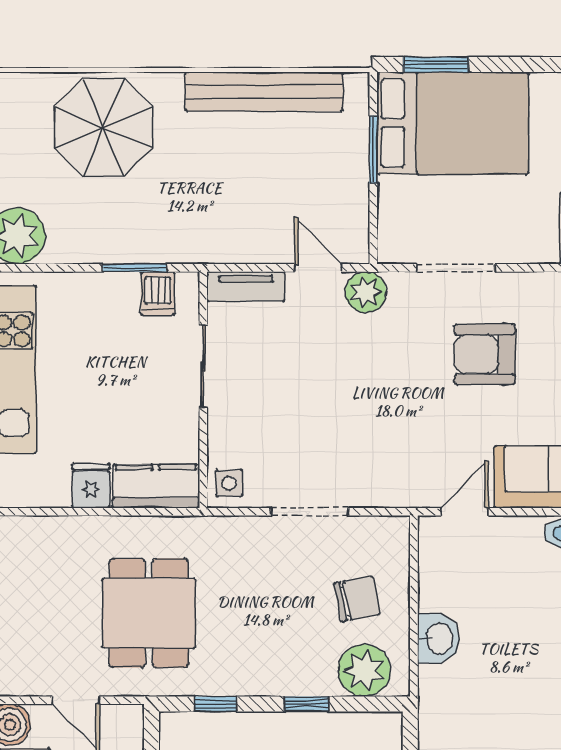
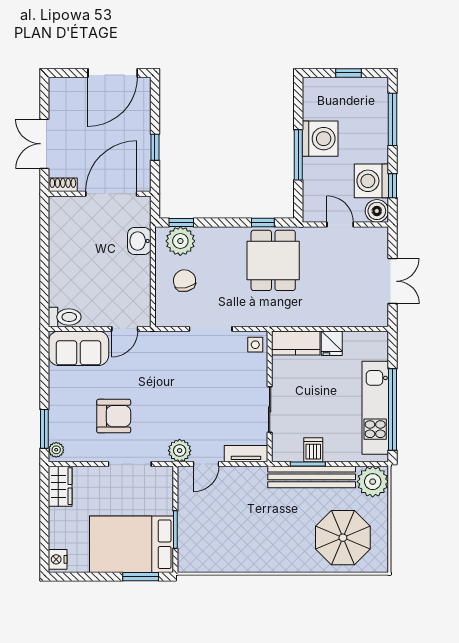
bench: (264, 92) -> (312, 477), moved
parasol: (103, 127) -> (343, 538), moved
door: (318, 268) -> (206, 464), hinge flipped
dishwasher: (158, 293) -> (313, 450), moved
chair: (357, 599) -> (185, 281), turned 89
dining table: (149, 613) -> (273, 260), moved
washbasin: (439, 638) -> (139, 241), moved
window: (307, 704) -> (181, 222), moved

